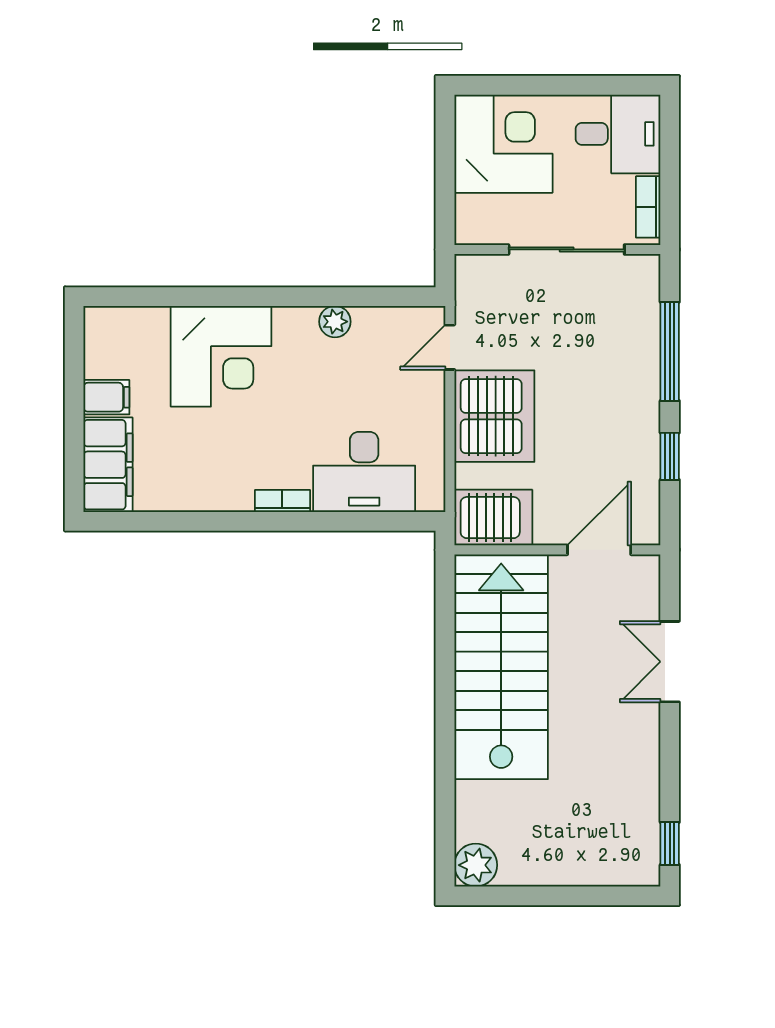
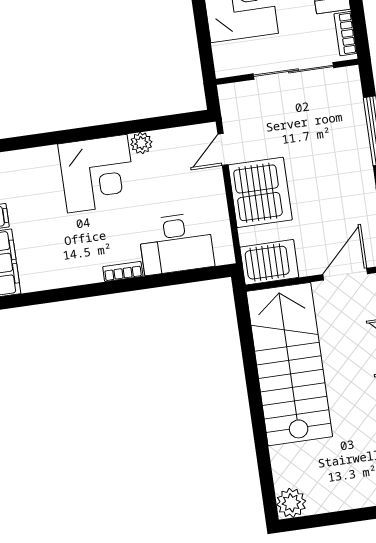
corner desk: (221, 356) -> (97, 174), moved

